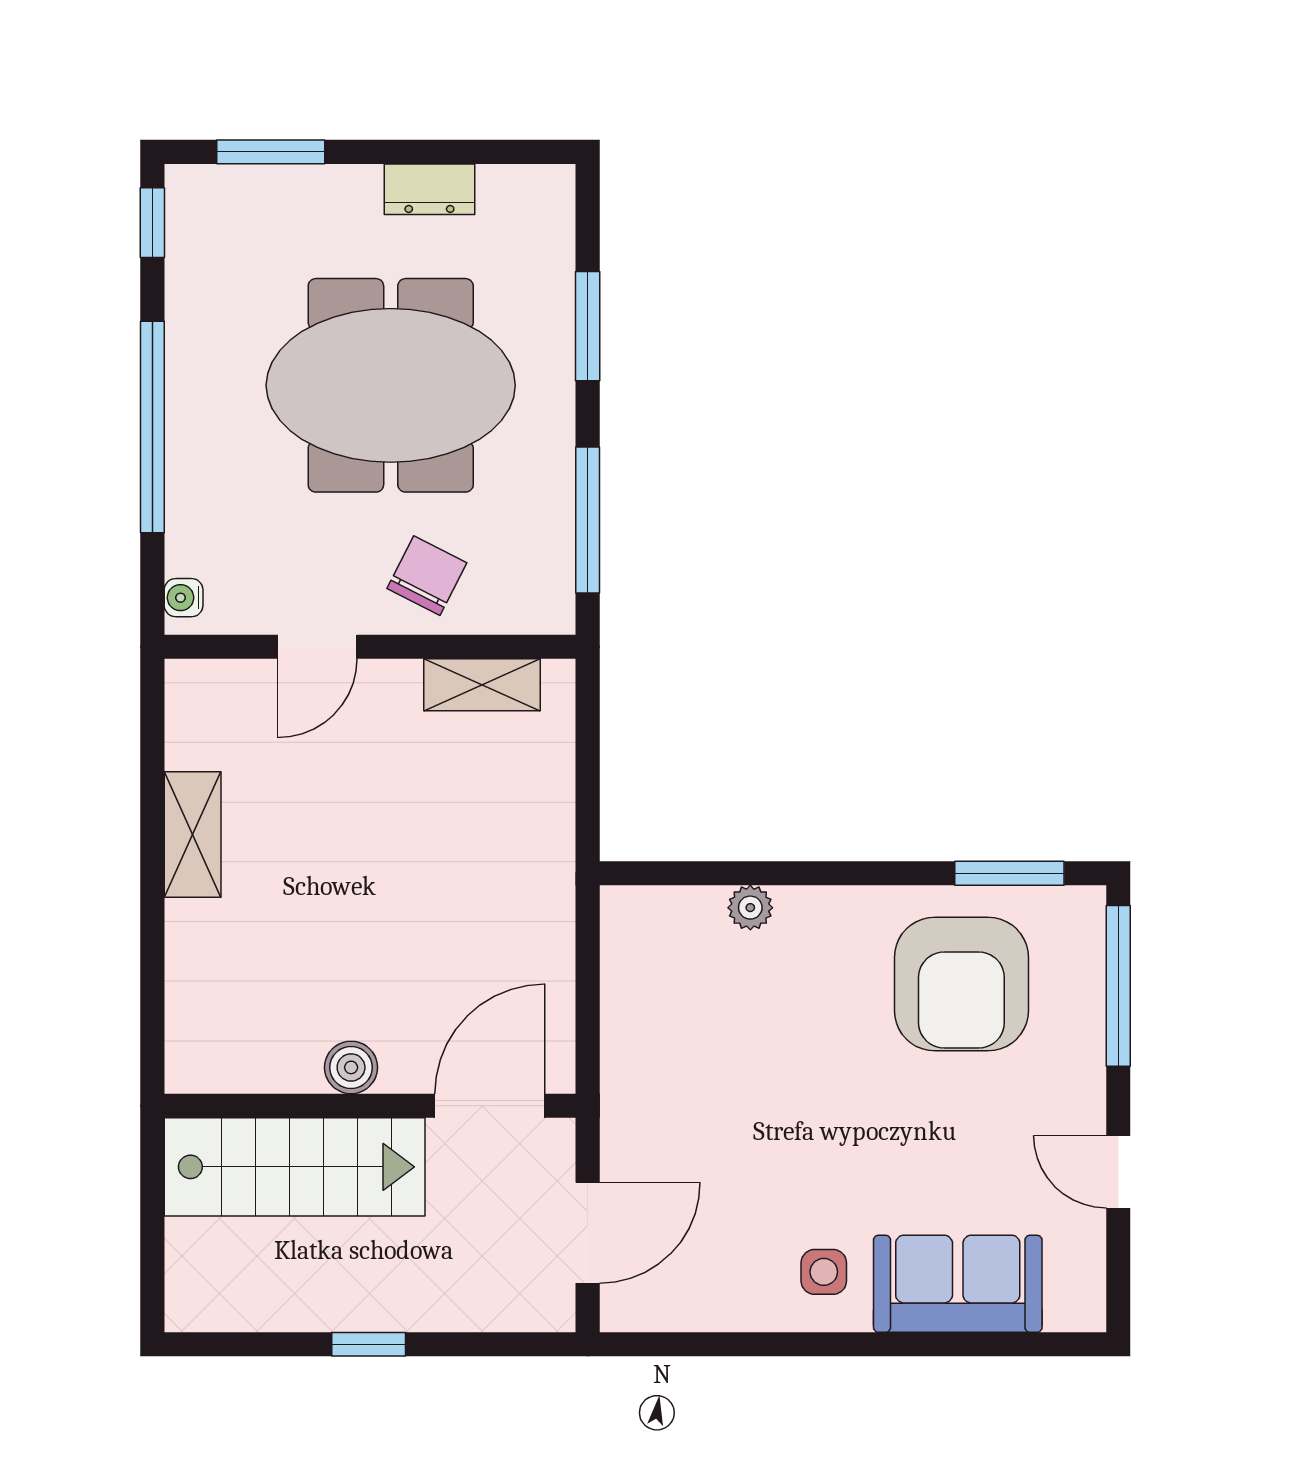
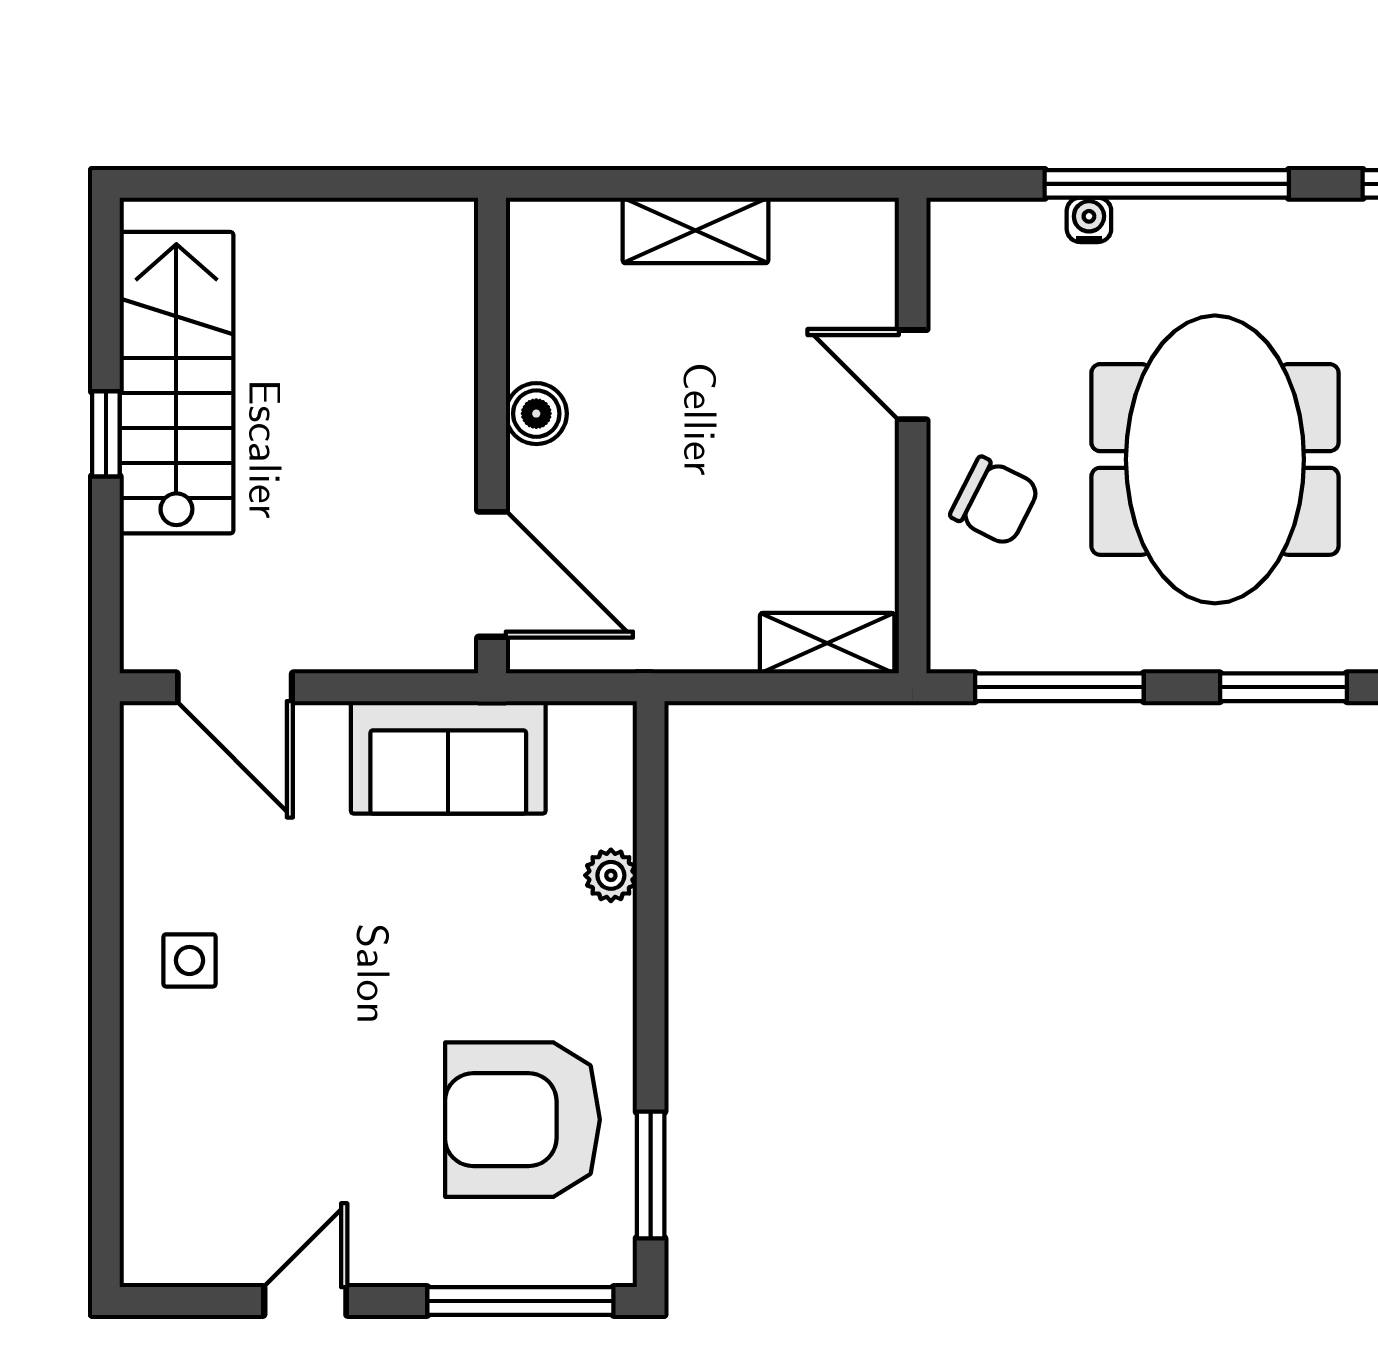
water cooler: (184, 598) -> (1089, 220), moved
shelving: (482, 685) -> (827, 643), moved, turned 90
boiler: (351, 1067) -> (536, 414), moved
wall: (370, 1106) -> (492, 436), moved
door: (490, 1106) -> (492, 574), moved
stairs: (295, 1167) -> (176, 383), moved, turned 180
sofa: (958, 1284) -> (448, 757), moved, turned 90

